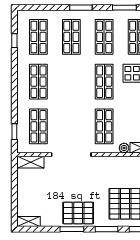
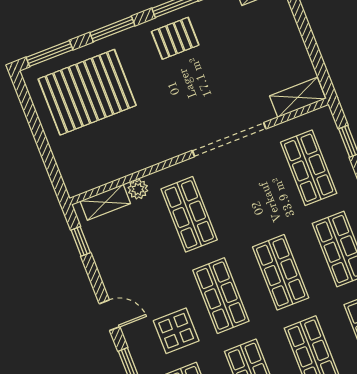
shop shelf: (71, 82) -> (281, 272), added
pallet: (78, 213) -> (175, 38), width x0.67, depth x0.71

